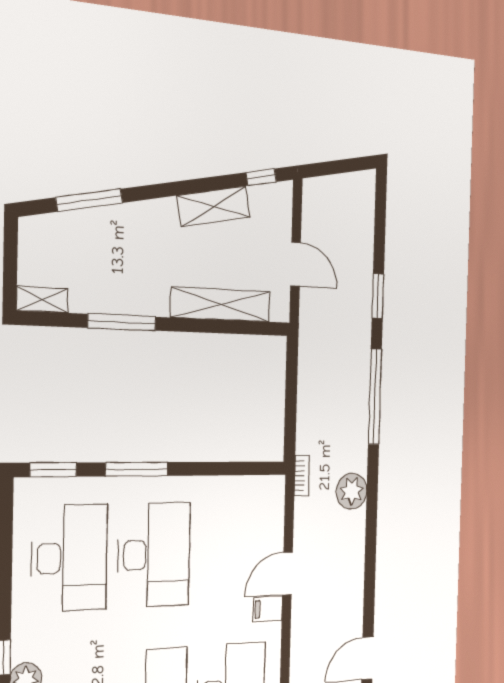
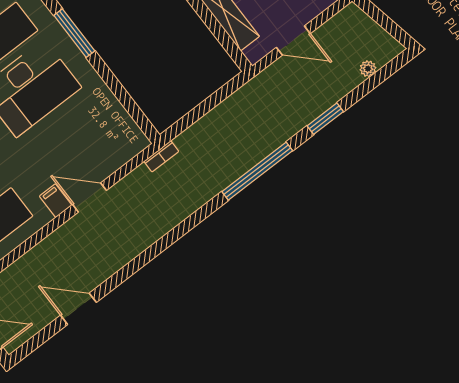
door: (296, 264) -> (293, 40), hinge flipped
plant: (352, 491) -> (368, 69), moved, width x0.53, depth x0.53

